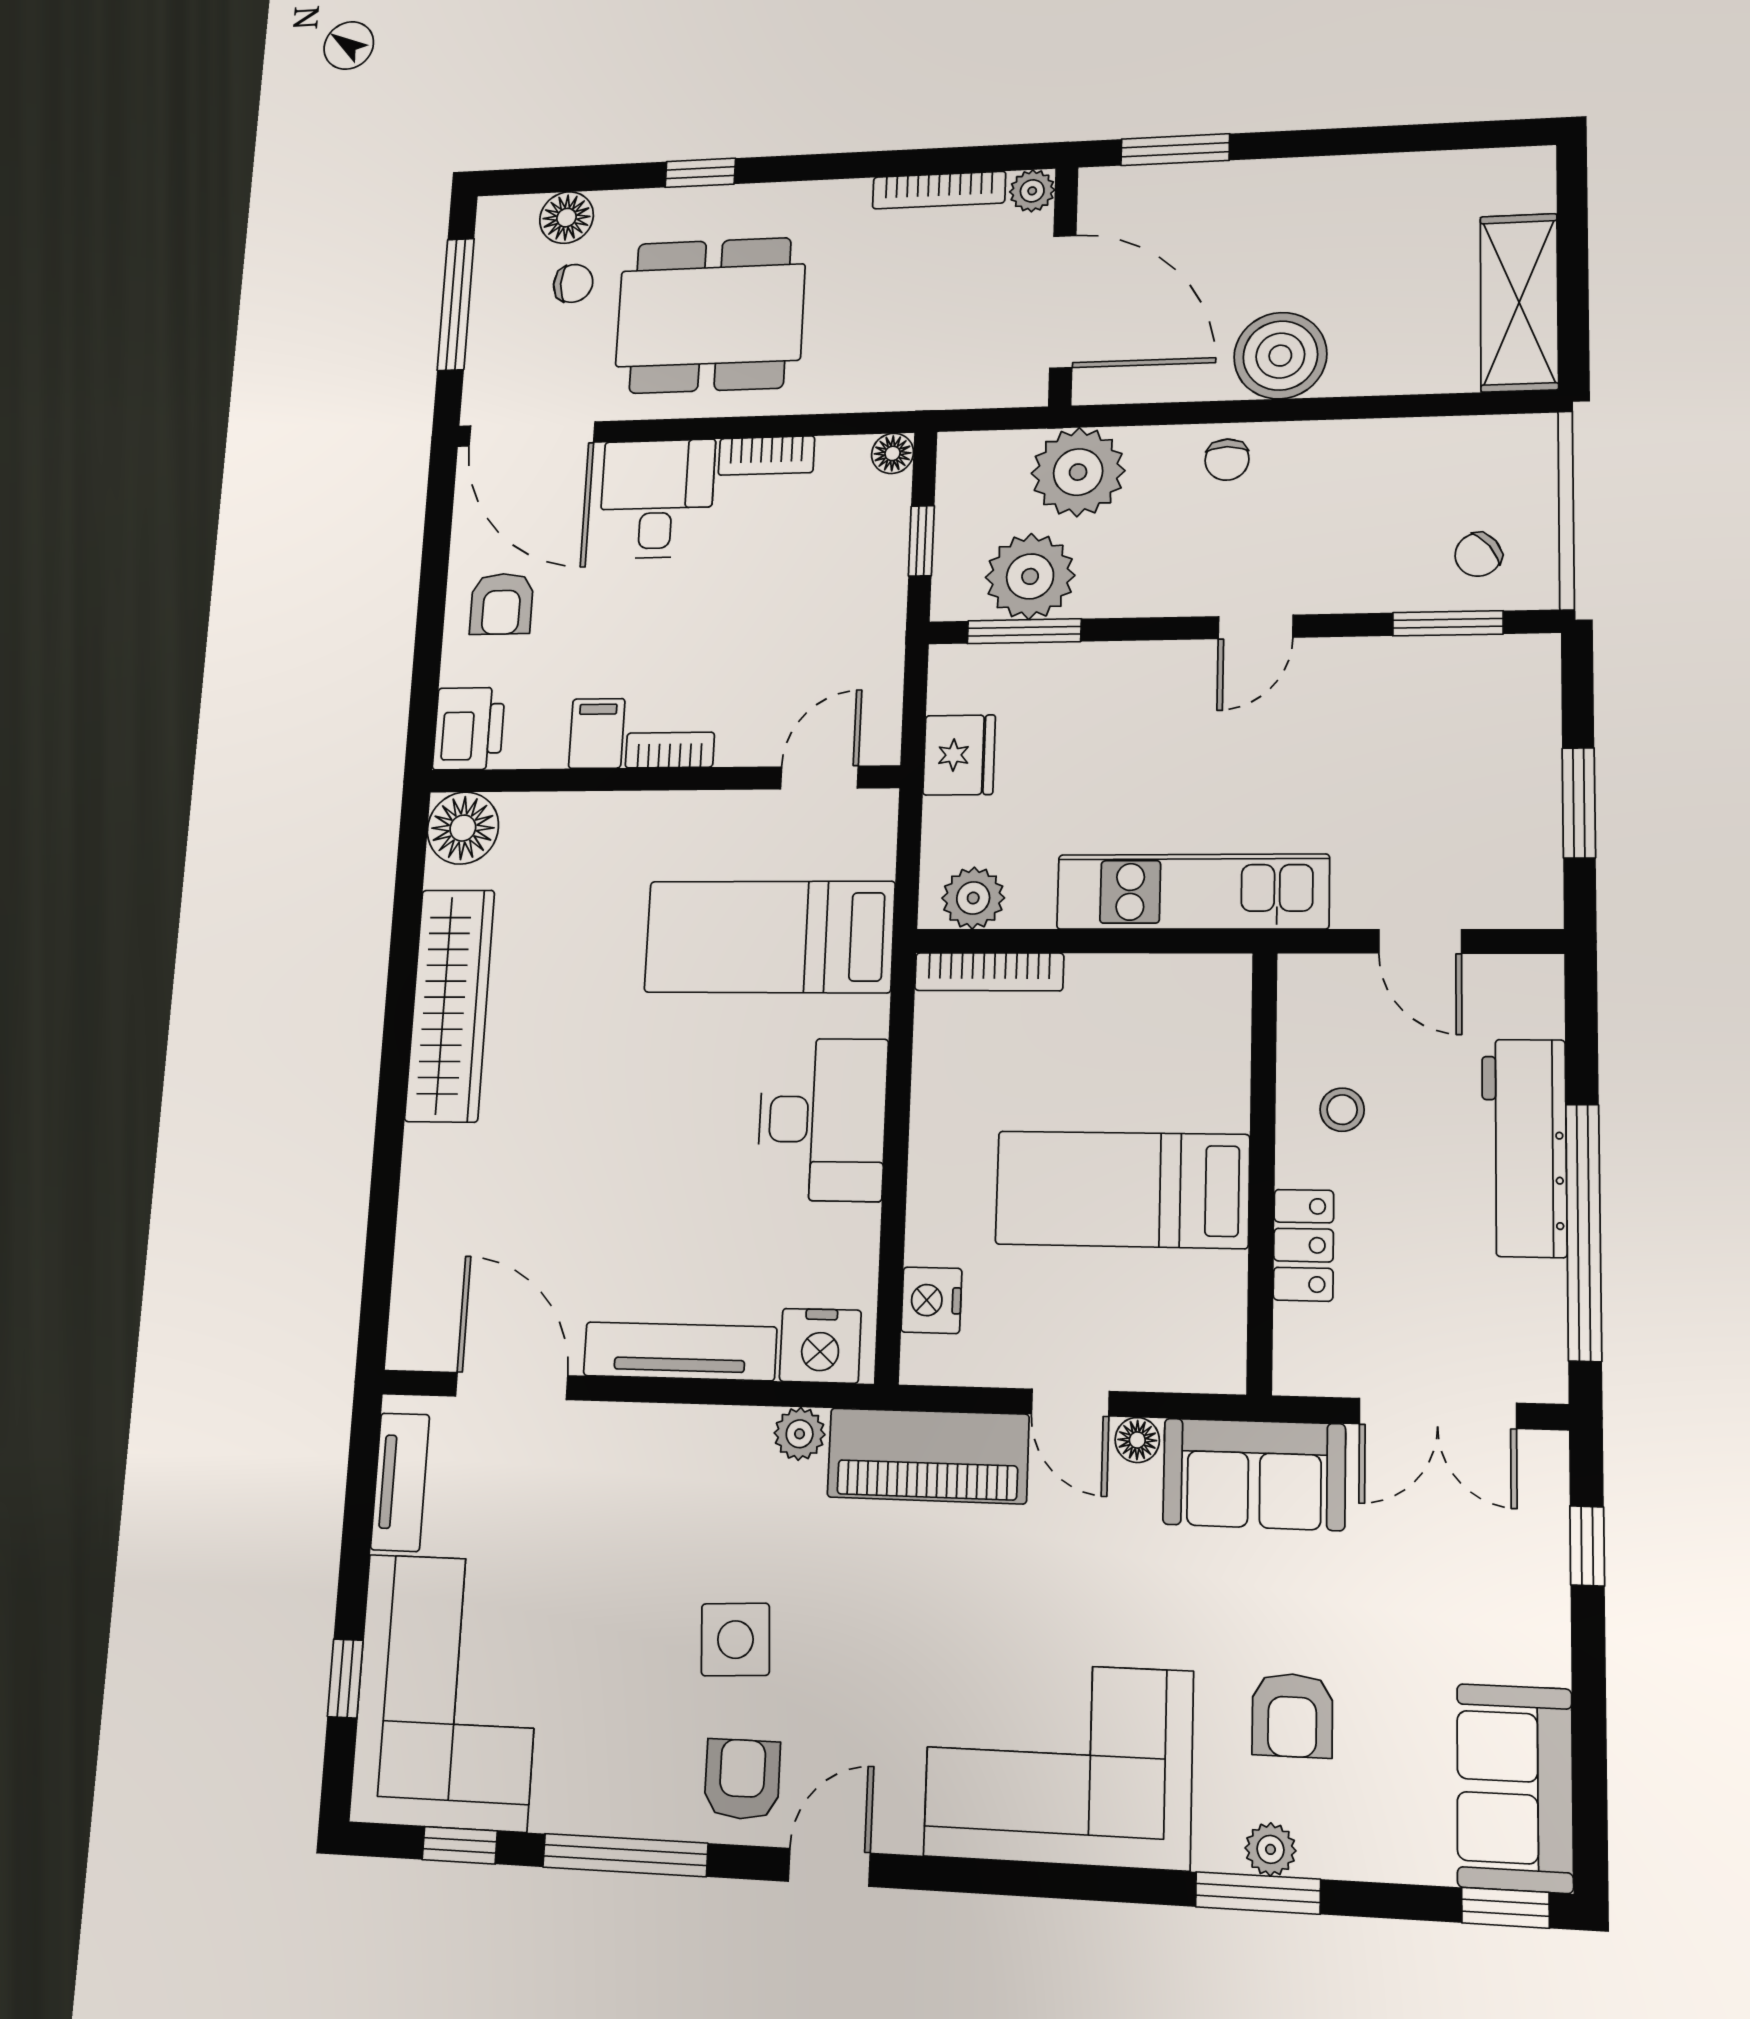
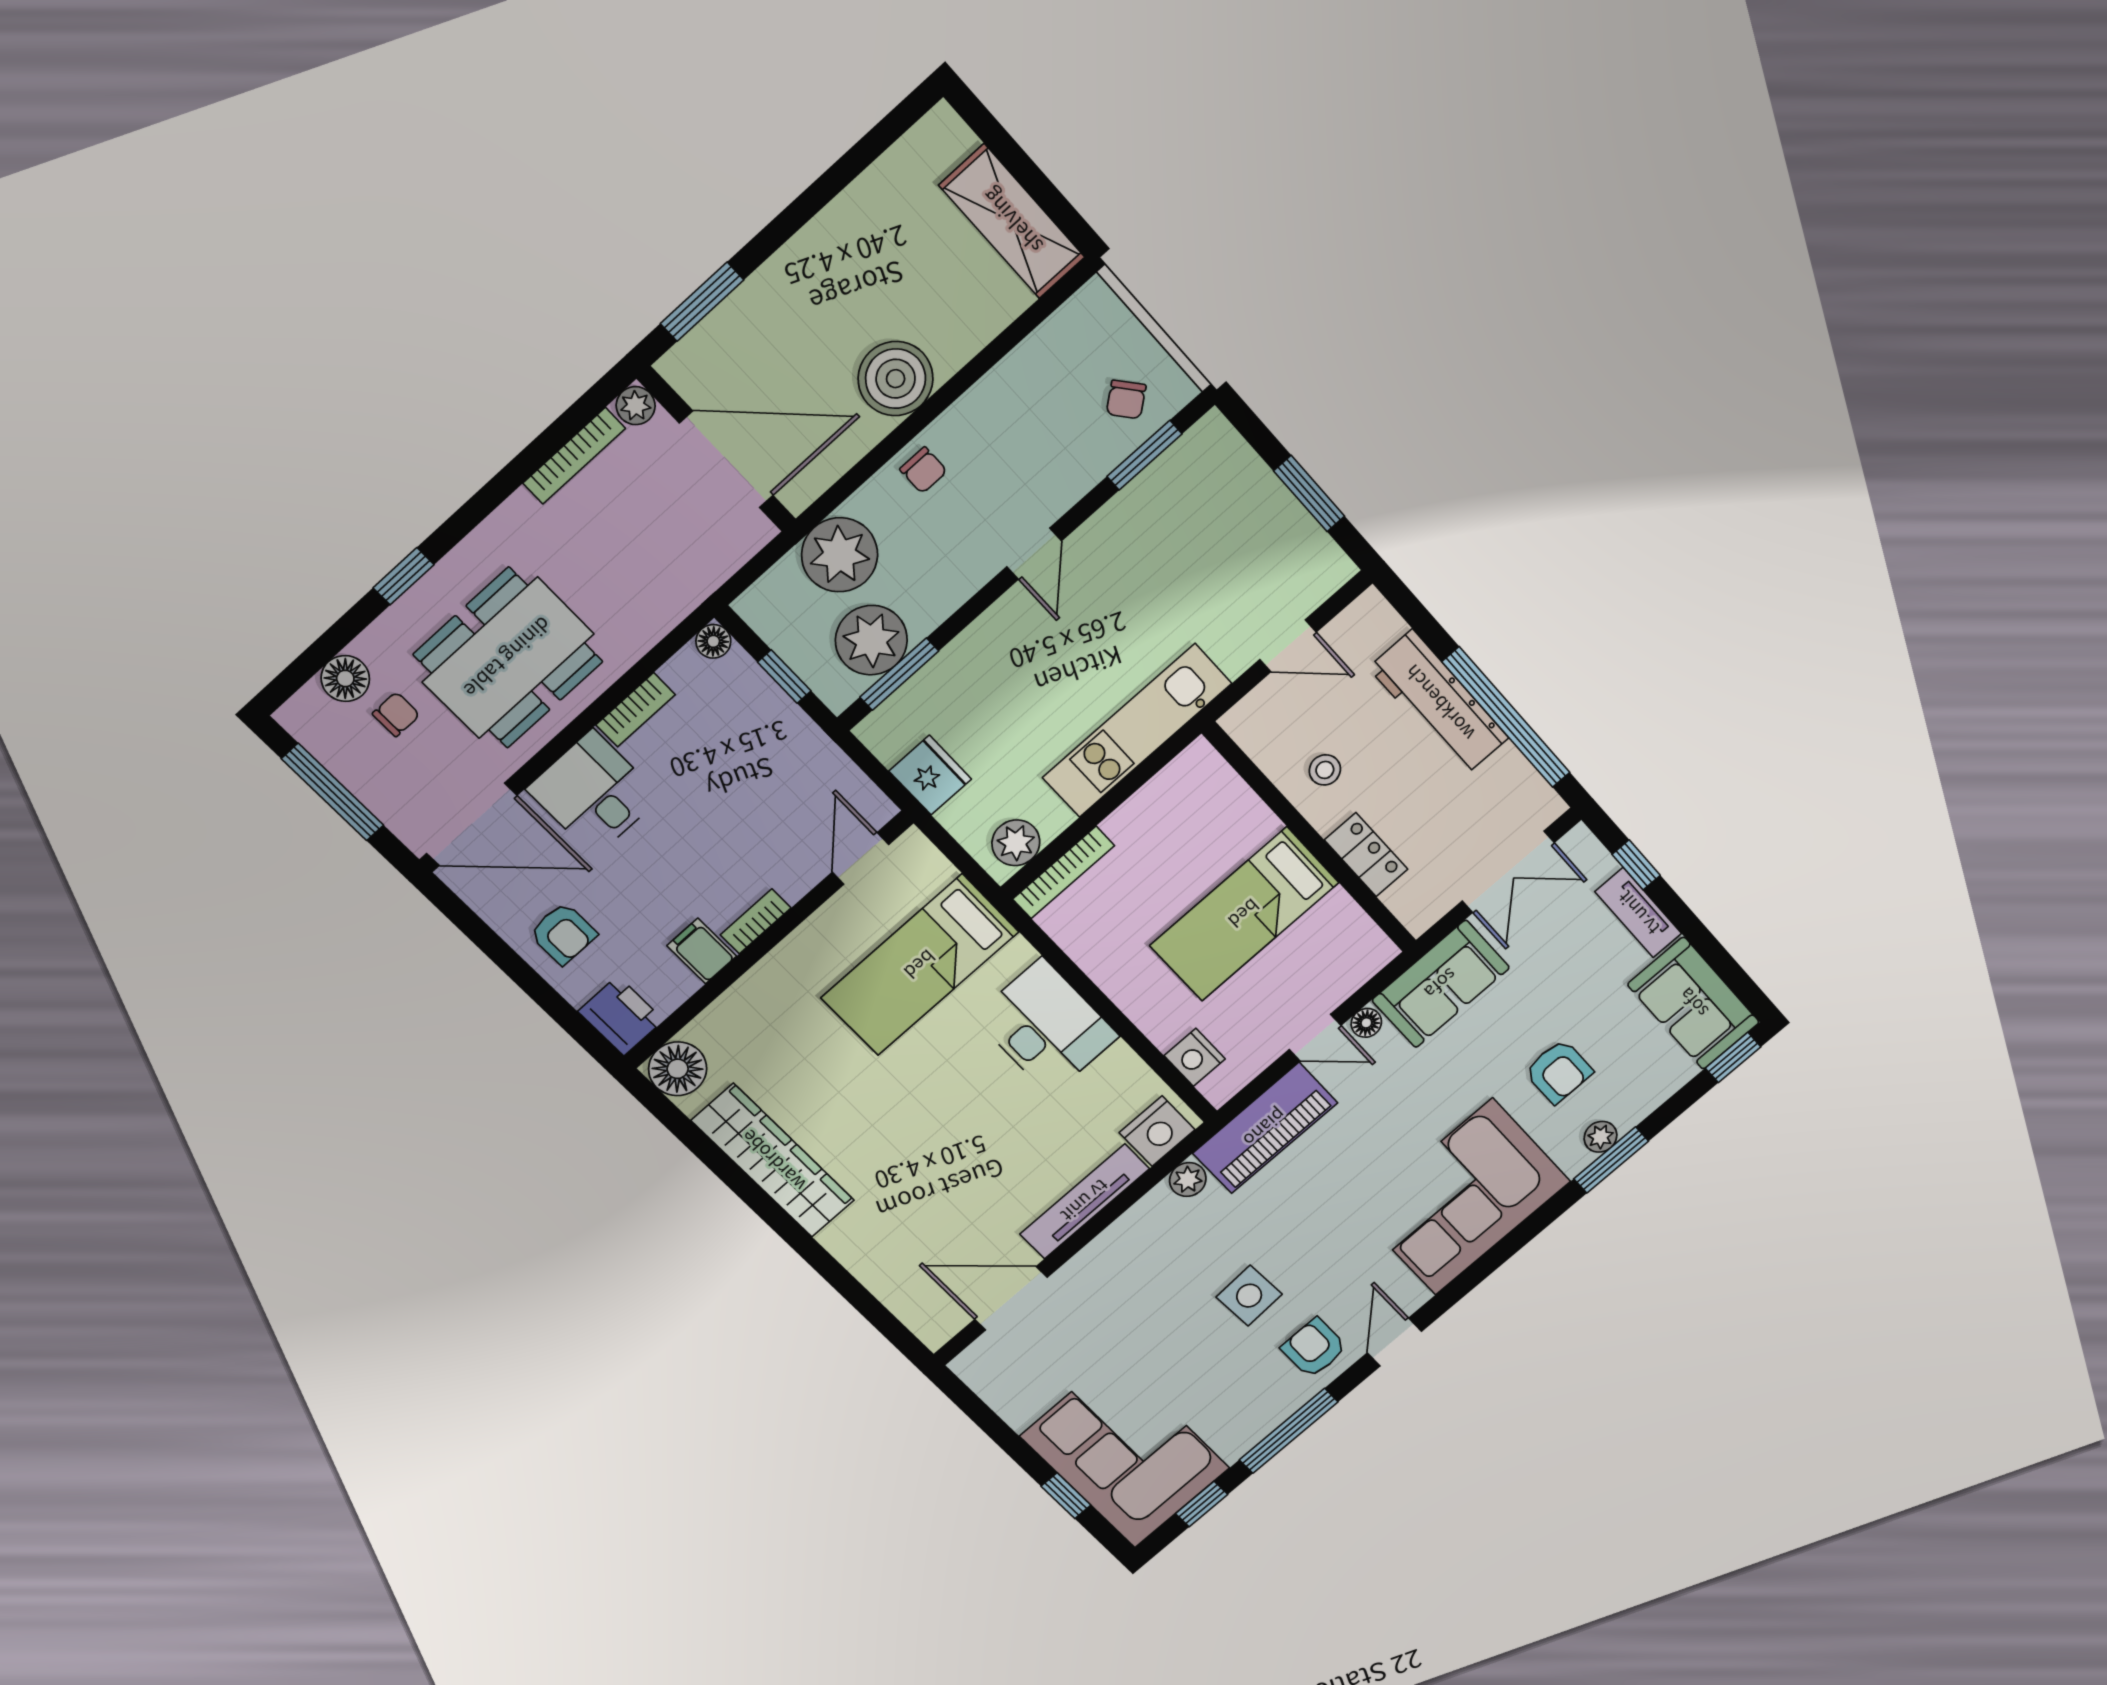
tv unit: (400, 1482) -> (1638, 913), moved, turned 180

